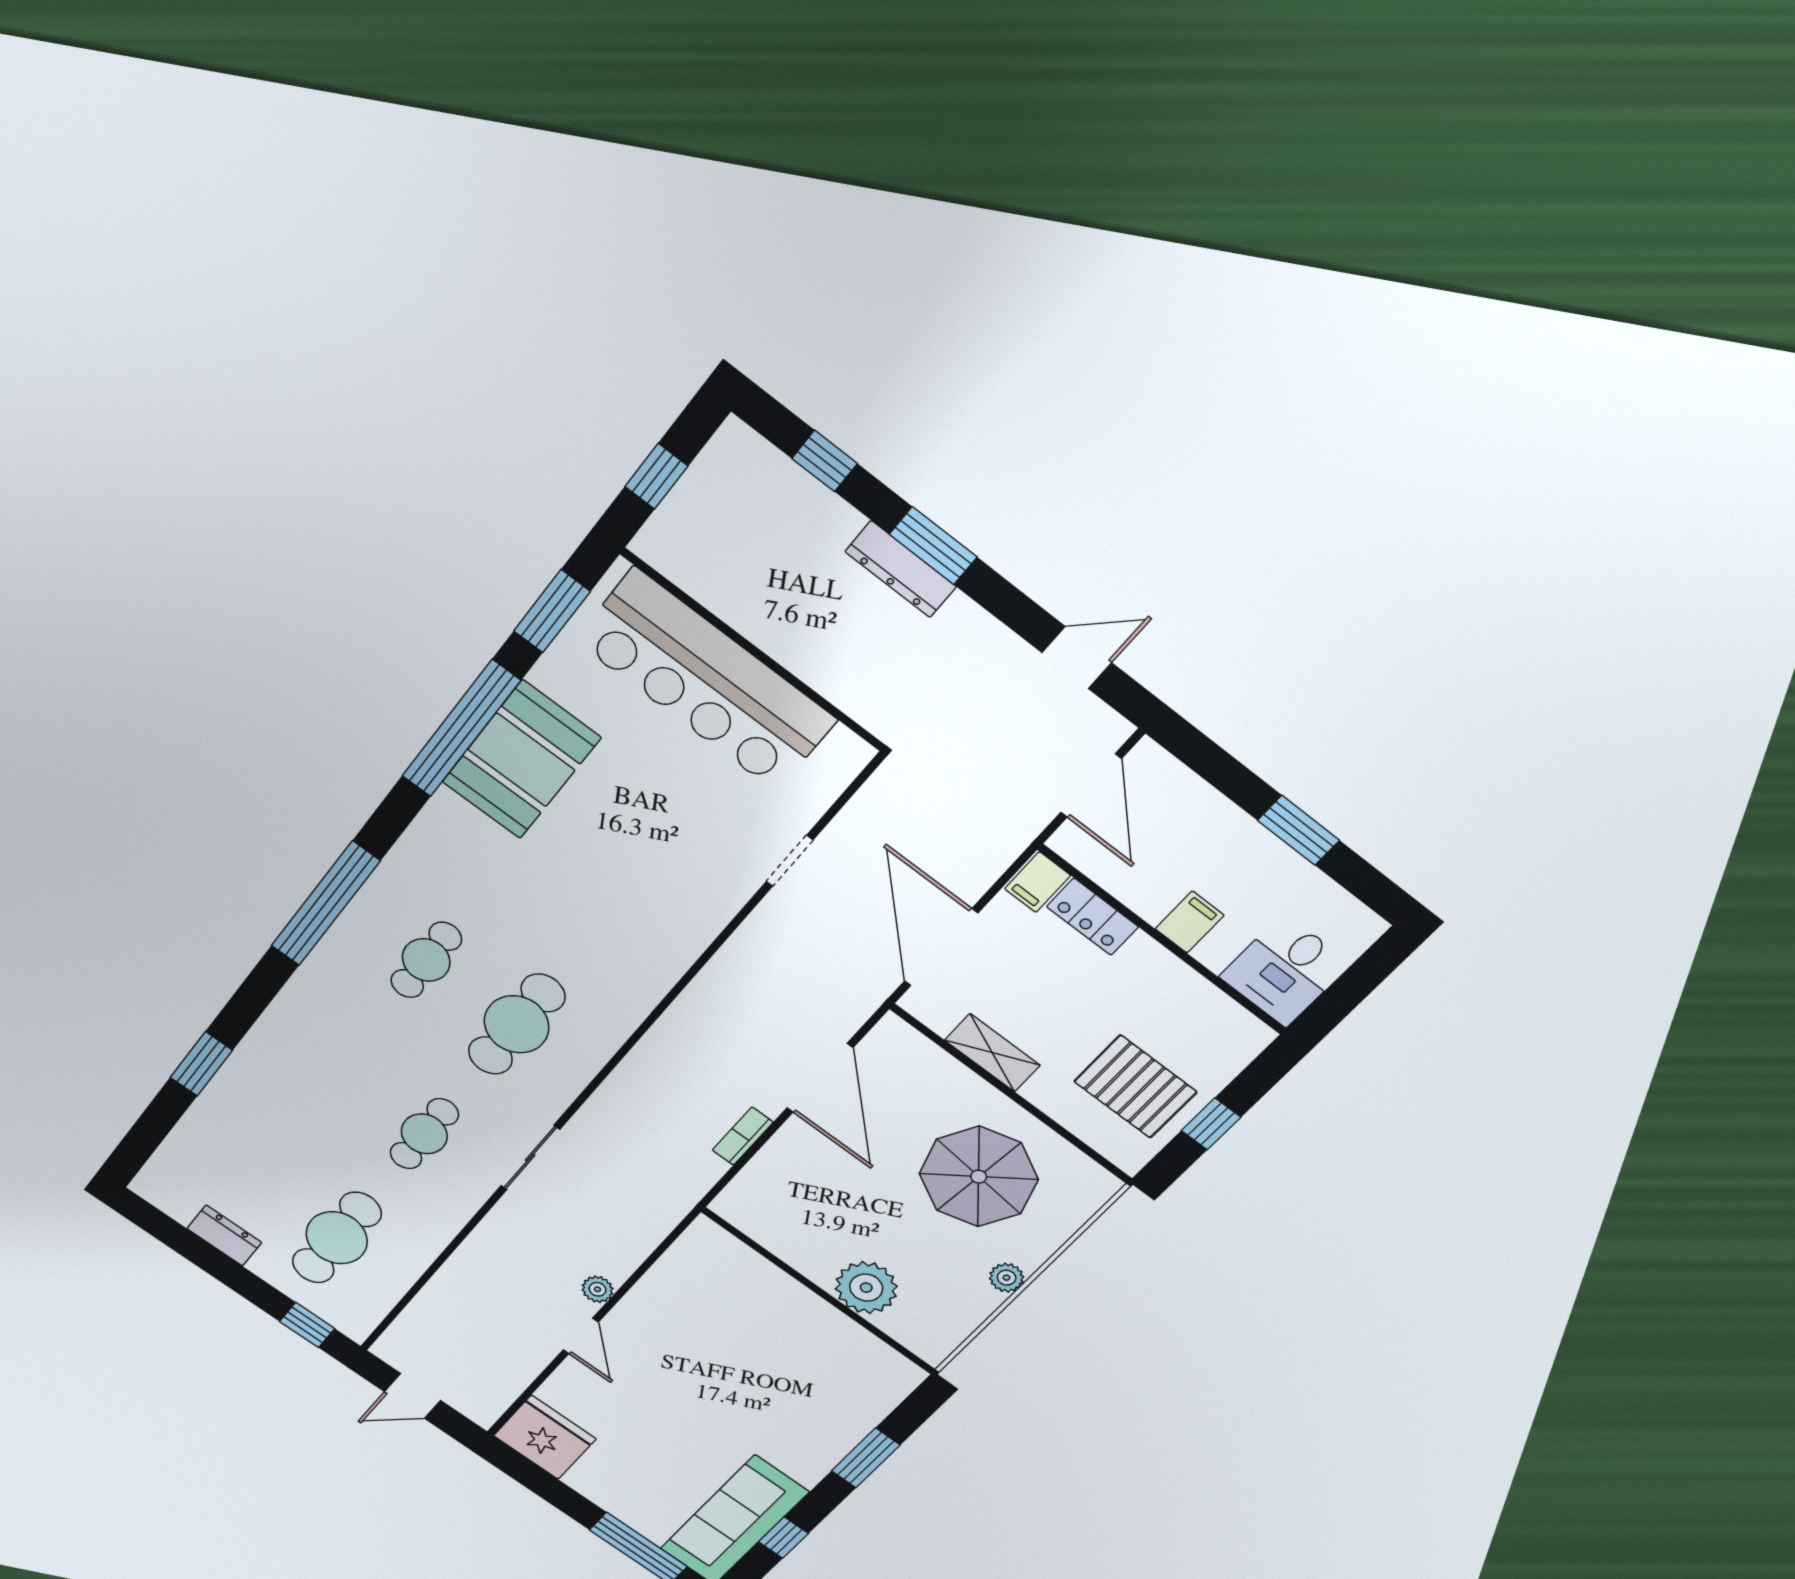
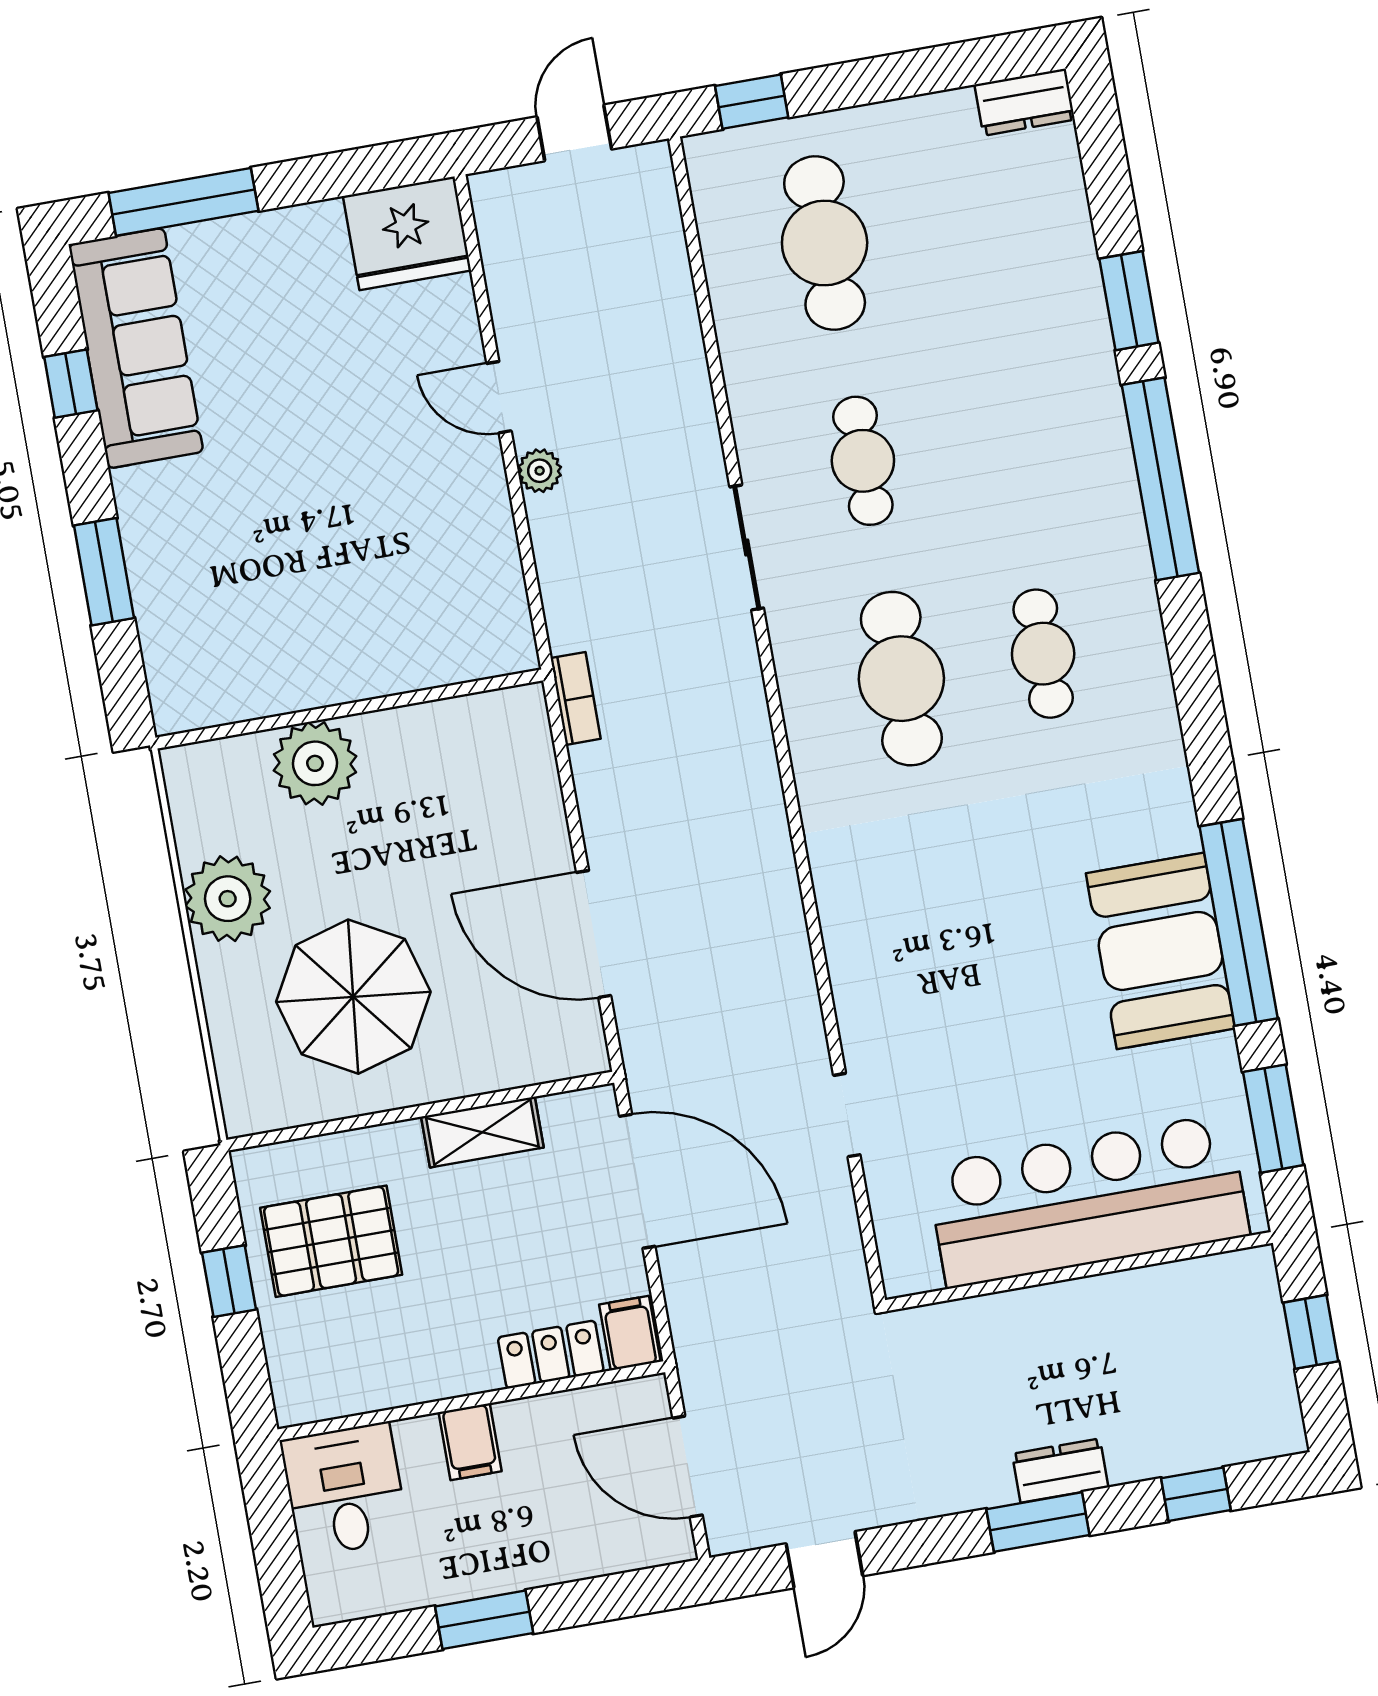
dresser: (901, 569) -> (1060, 1471), width x0.70
window: (325, 904) -> (1160, 479), moved
bookcase: (743, 1136) -> (576, 698), moved
dresser: (224, 1236) -> (1025, 102), moved
plant: (1007, 1278) -> (228, 899), width x1.87, depth x1.87

